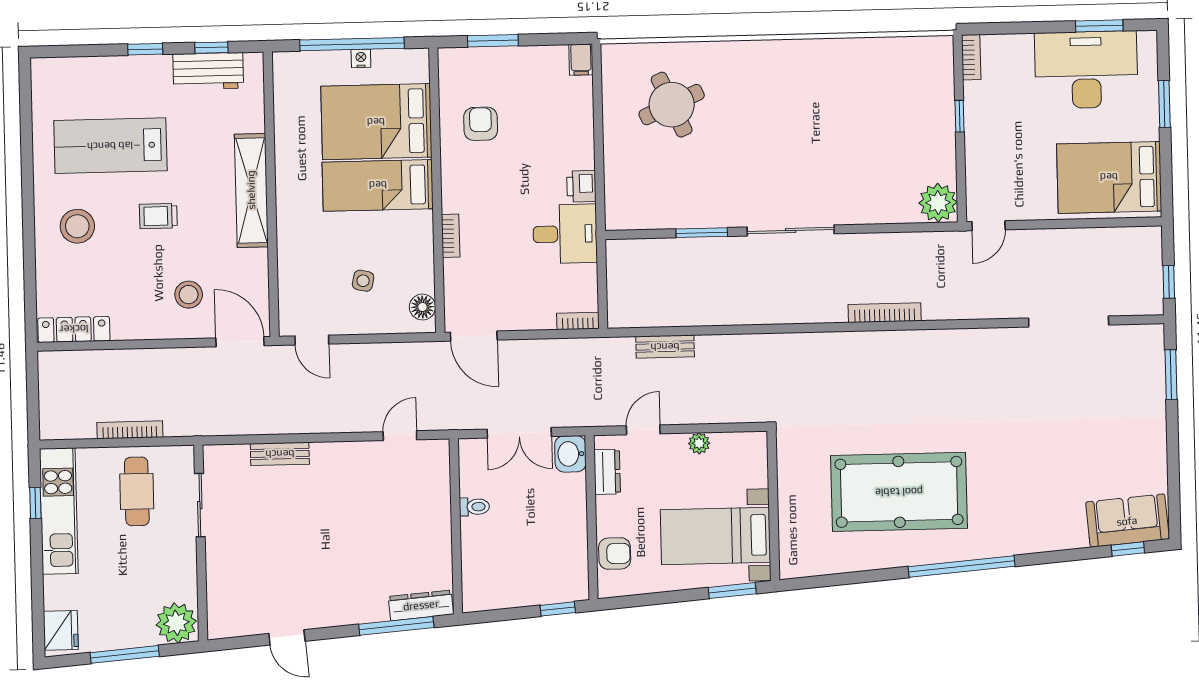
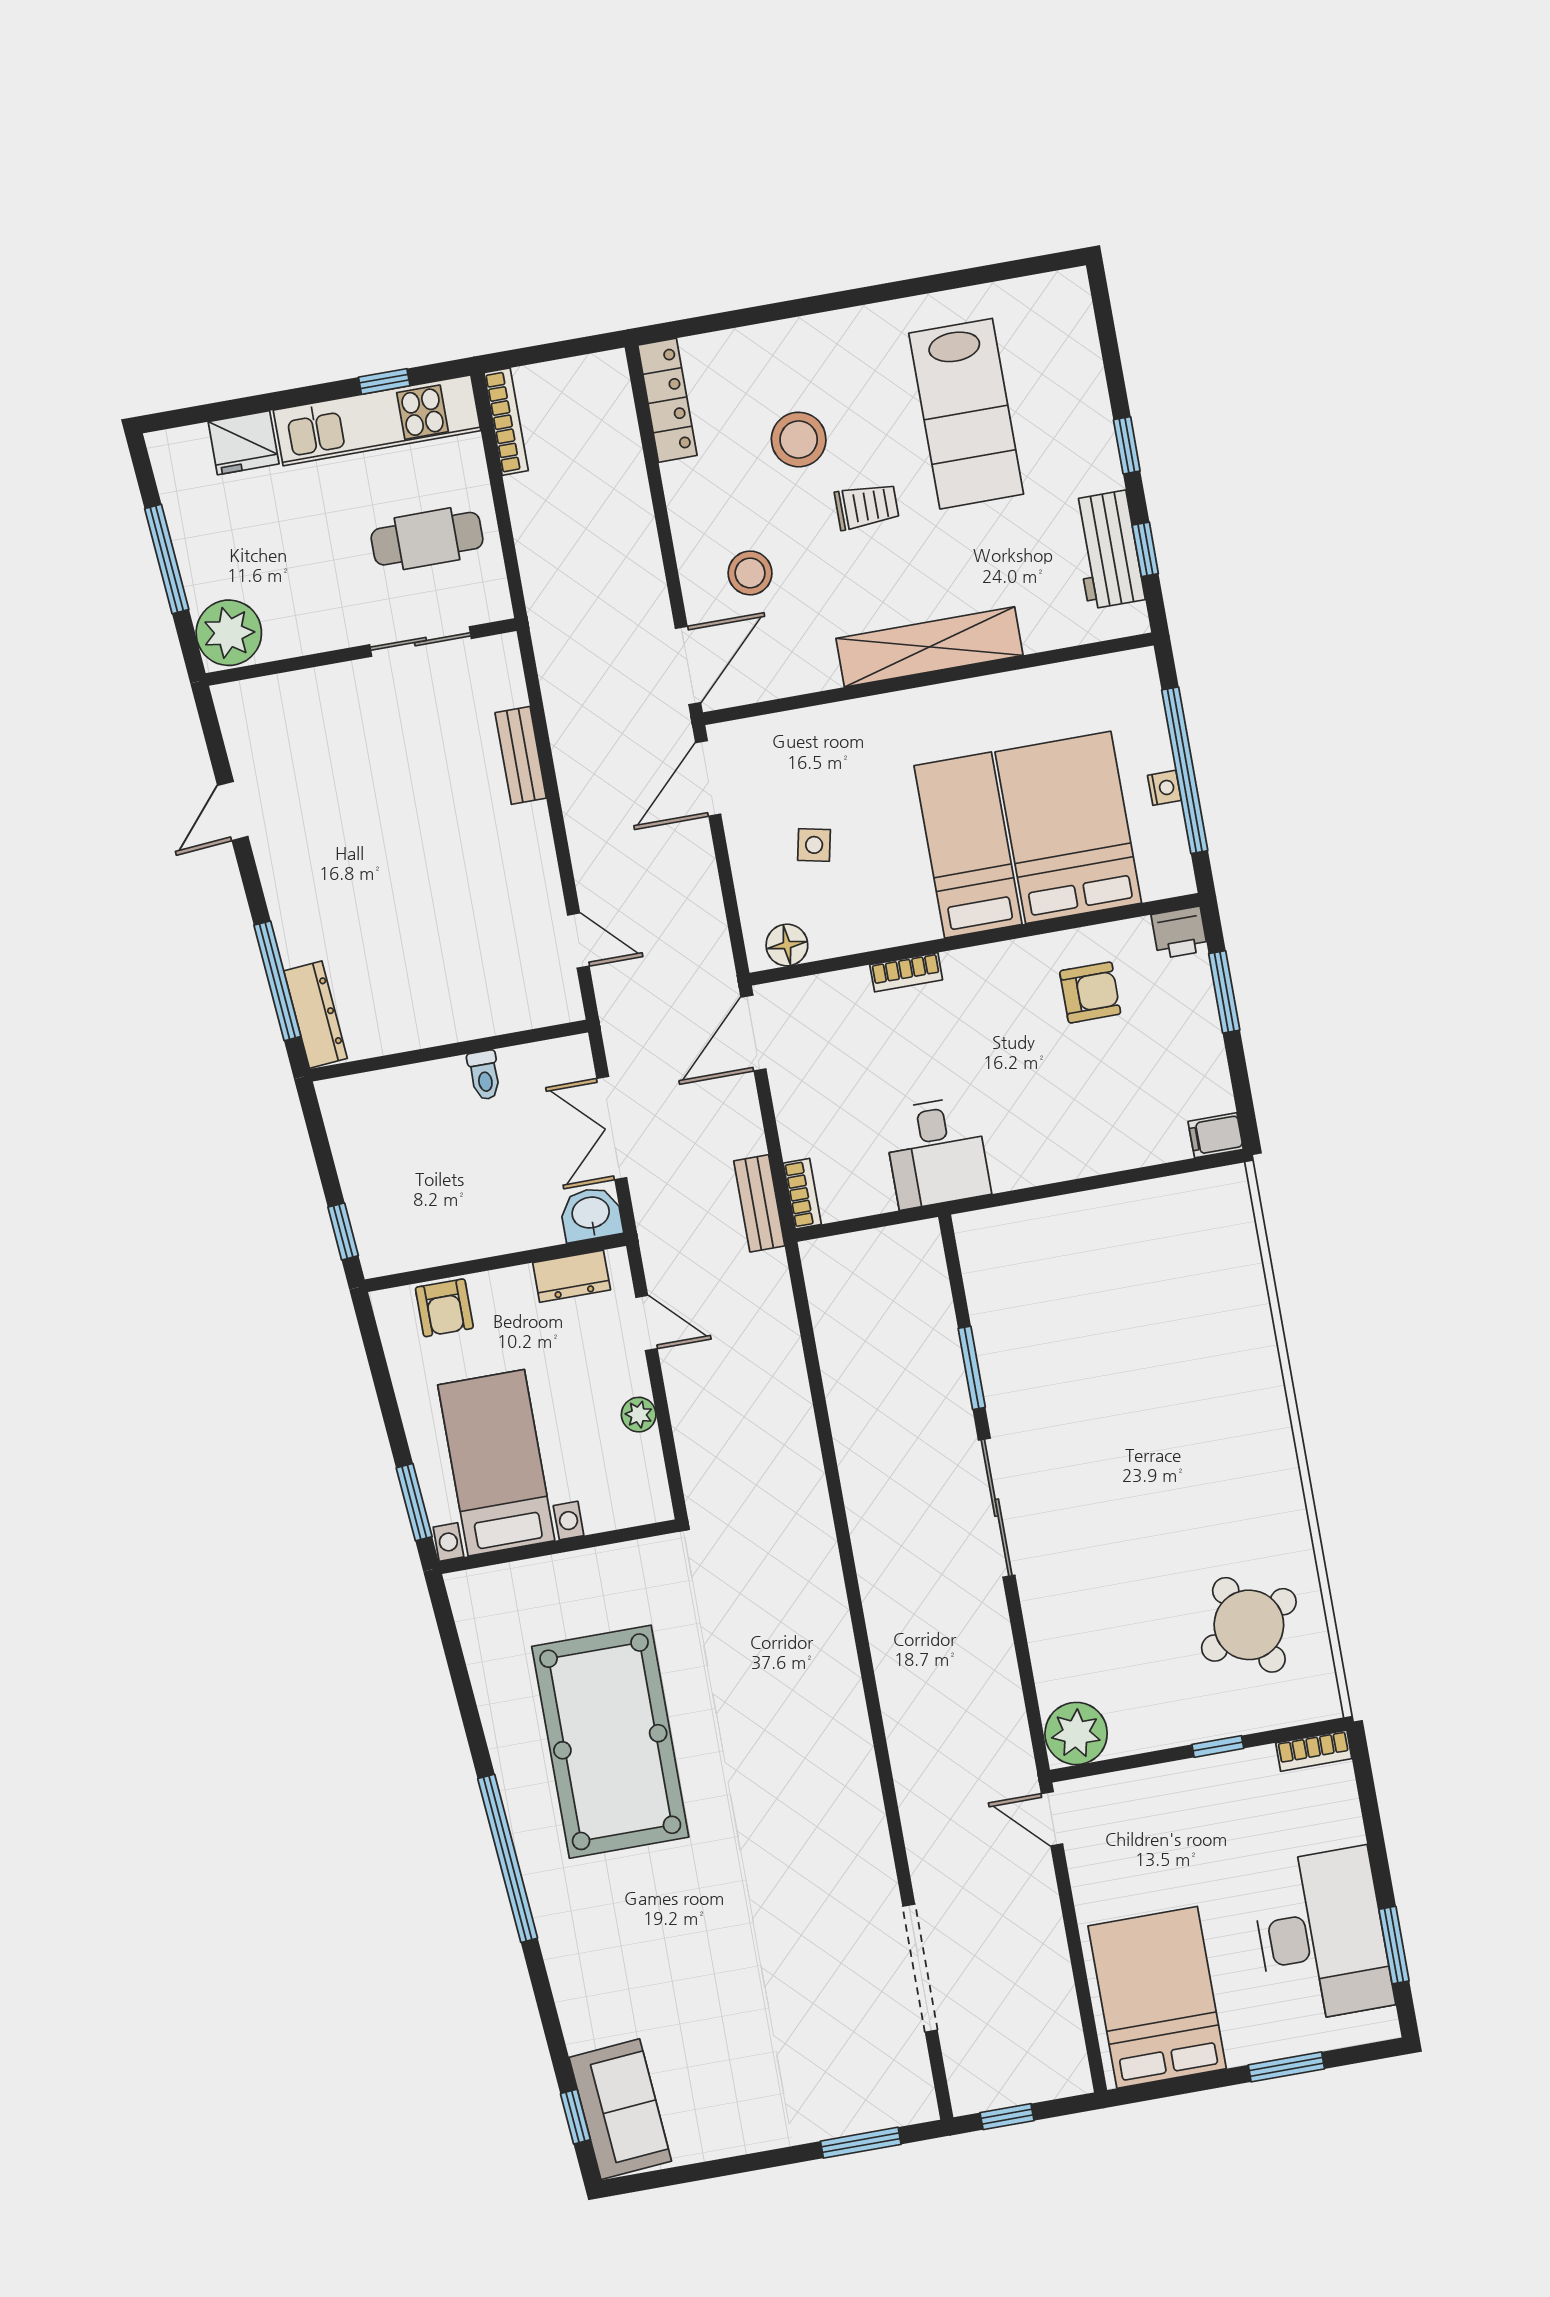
round table: (672, 105) -> (1249, 1625), moved
lab bench: (110, 146) -> (966, 414), turned 180
printer: (581, 186) -> (1179, 933), moved, turned 180
trolley: (158, 216) -> (867, 506), turned 90
stool: (77, 226) -> (799, 440), moved
bookcase: (885, 313) -> (890, 1676), removed
door: (312, 340) -> (708, 778), width x1.38
bench: (665, 347) -> (759, 1203), moved
bookcase: (130, 430) -> (506, 422), moved
fridge: (61, 630) -> (244, 443), moved

